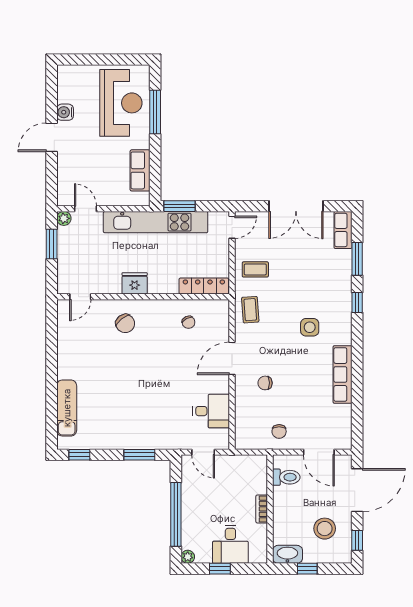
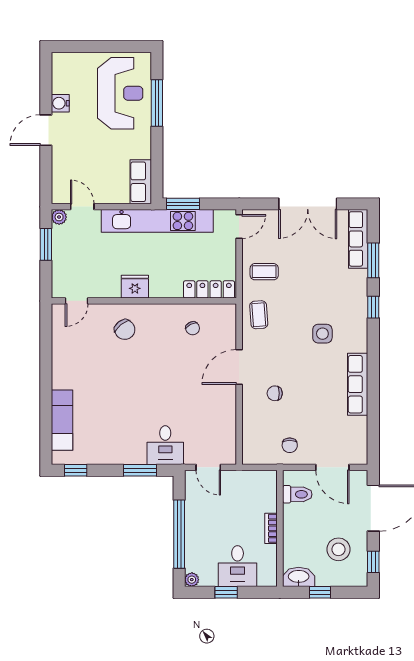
row of seats: (140, 170) -> (141, 182), moved
row of seats: (343, 230) -> (358, 239), width x1.48
desk: (211, 411) -> (165, 445), moved, turned 90

